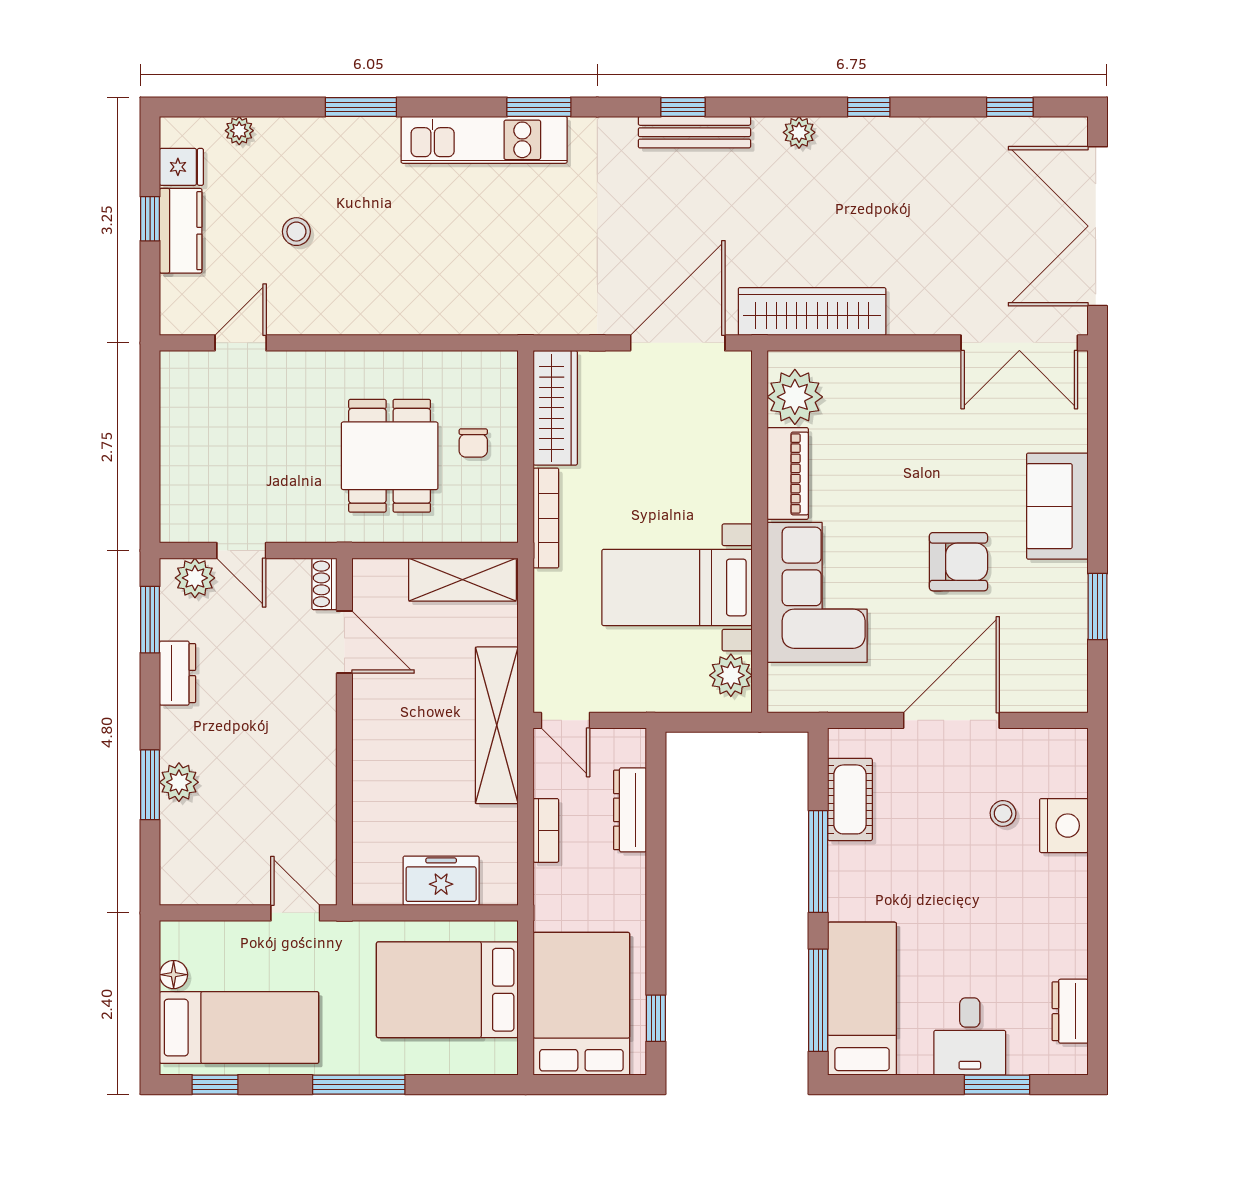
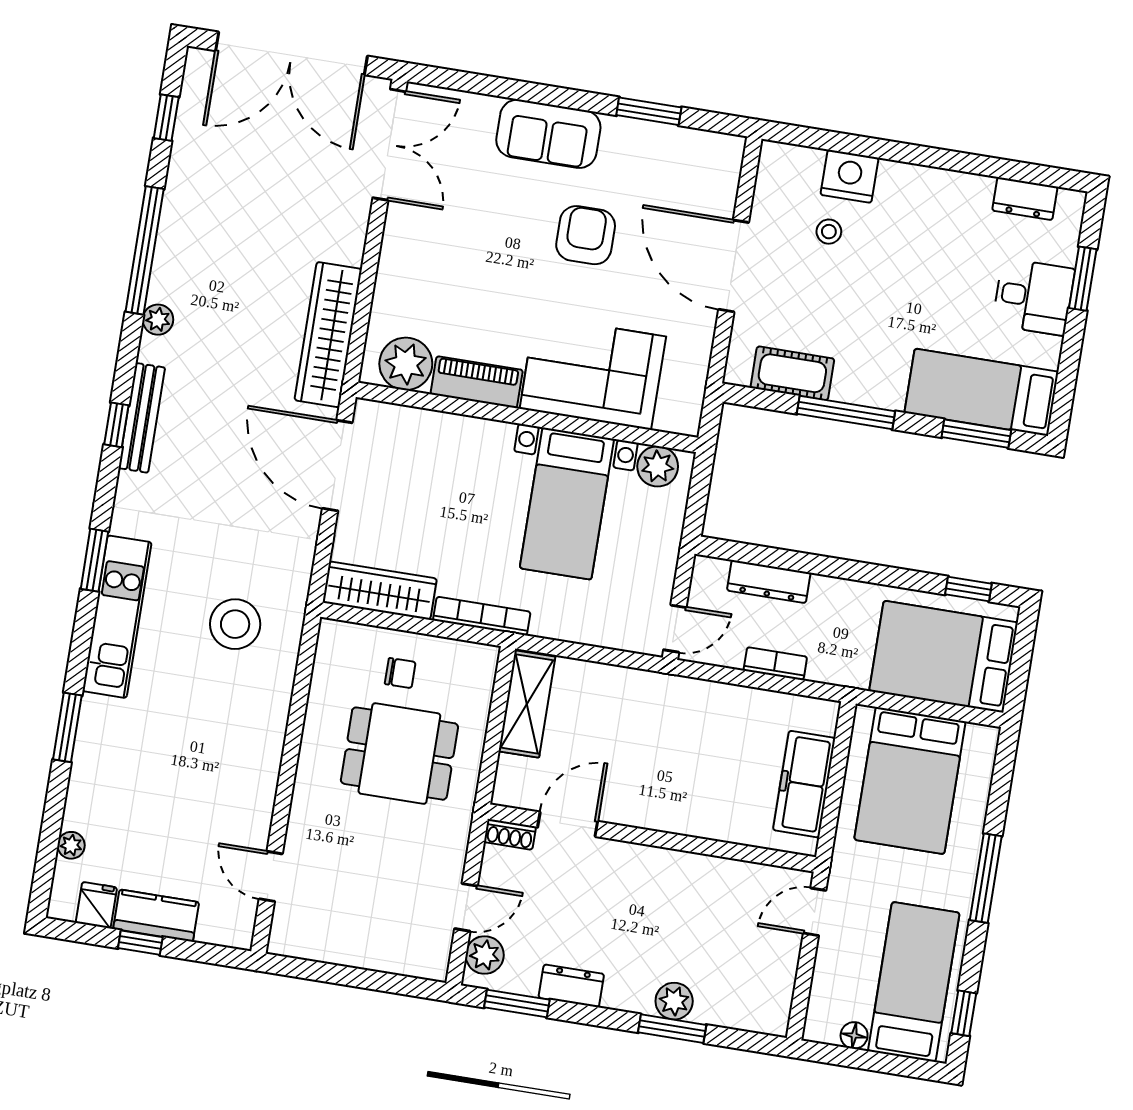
window: (869, 107) -> (145, 250), width x3.17
stool: (296, 232) -> (235, 624), moved, width x1.89, depth x1.89
shelving: (497, 725) -> (669, 694), removed
freezer: (441, 881) -> (804, 784), width x1.40
window: (818, 1000) -> (976, 434), width x0.69

